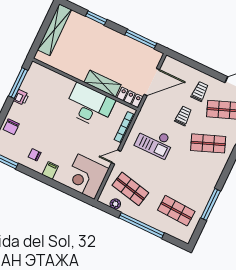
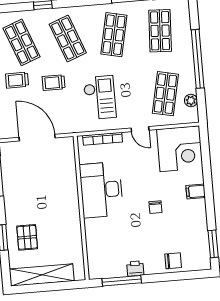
pallet: (86, 35) -> (27, 237), added
shelving: (103, 83) -> (69, 190), removed
locker: (130, 97) -> (67, 152), removed
chair: (35, 155) -> (155, 207), moved
shop shelf: (192, 177) -> (114, 35), added

